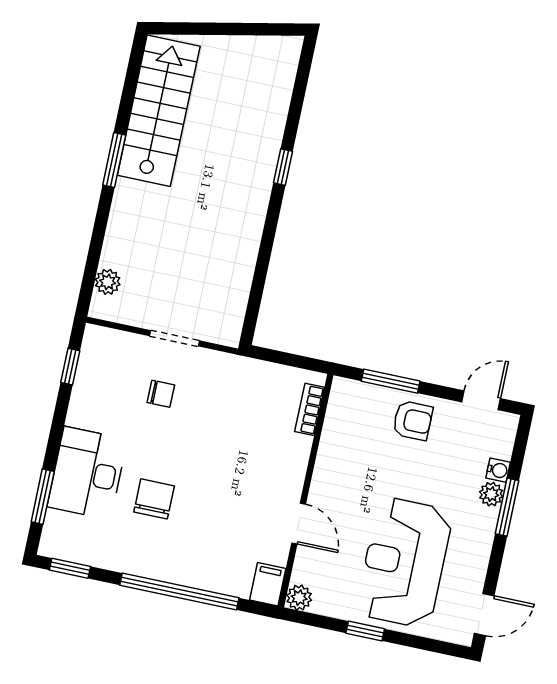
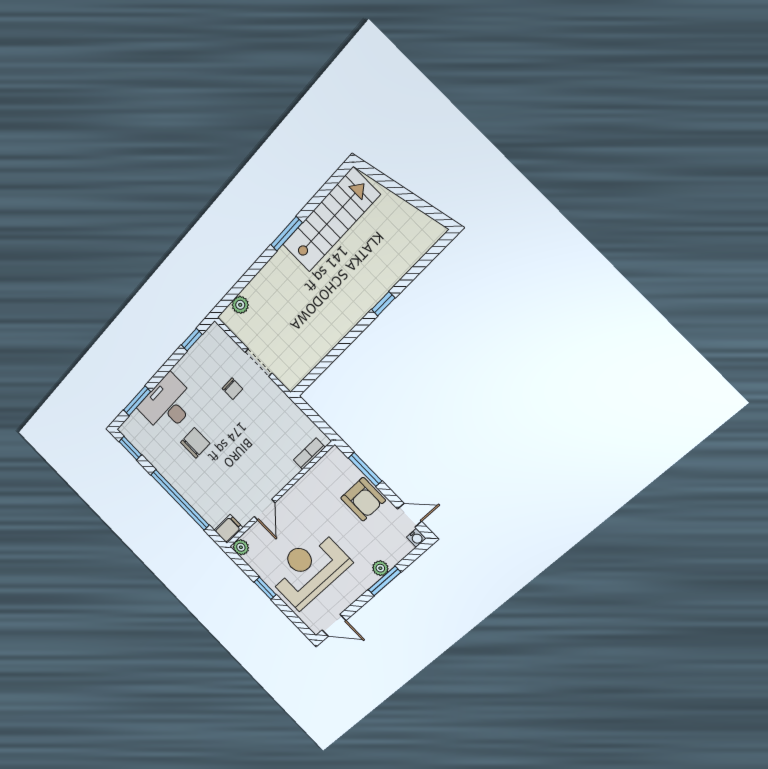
armchair: (413, 421) -> (363, 499), width x1.38, depth x1.38
water cooler: (498, 470) -> (416, 538), moved

